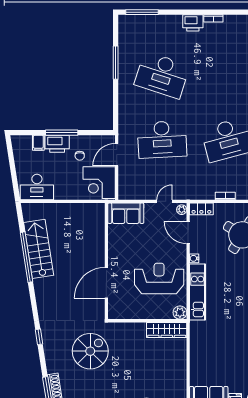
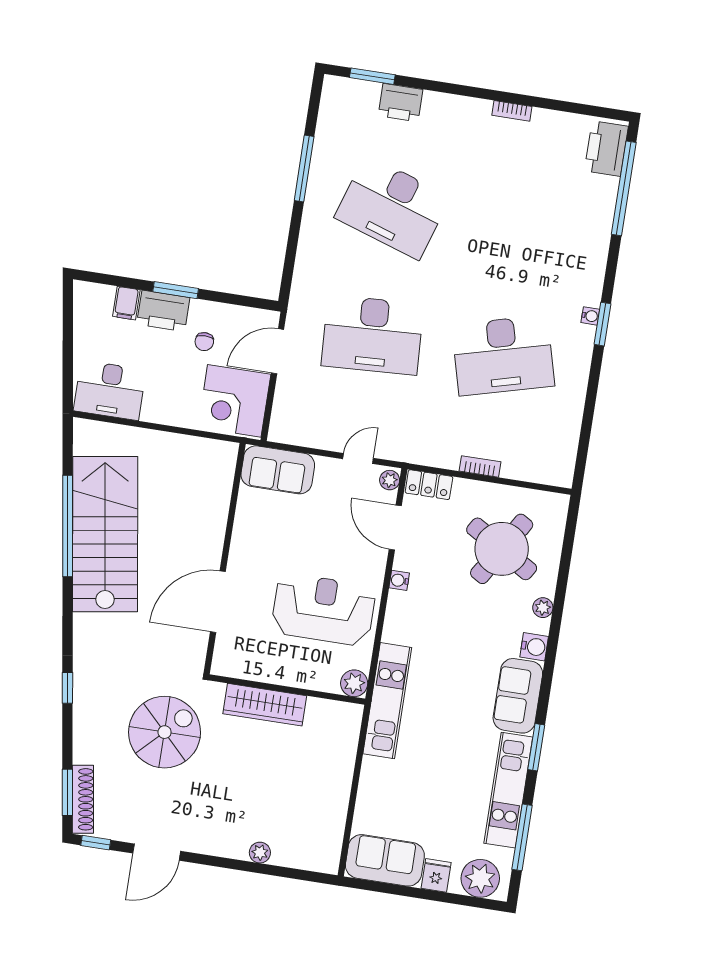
window: (142, 12) -> (372, 76), width x0.69
printer: (193, 23) -> (401, 103), moved
window: (62, 133) -> (176, 290), width x0.69
stairs: (39, 249) -> (105, 534), width x1.36, depth x1.51
kitchen unit: (198, 292) -> (387, 701), moved
wardrobe: (167, 330) -> (265, 705), moved

